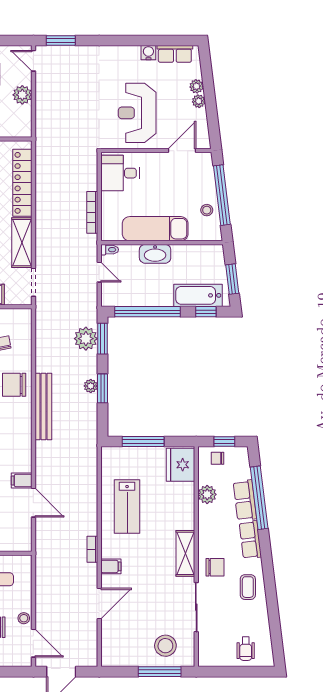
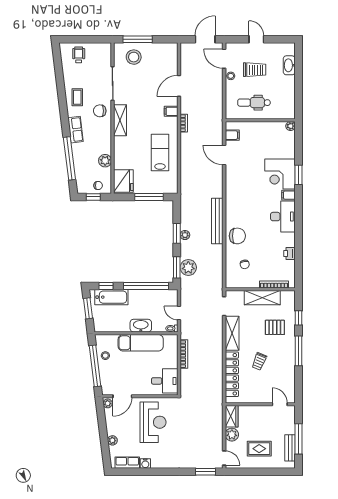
plant: (199, 101) -> (108, 403), moved
wardrobe: (23, 122) -> (232, 416), added
filing cabinet: (22, 481) -> (232, 135), moved
row of seats: (245, 500) -> (79, 157), removed

